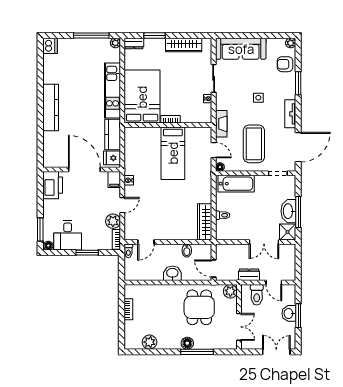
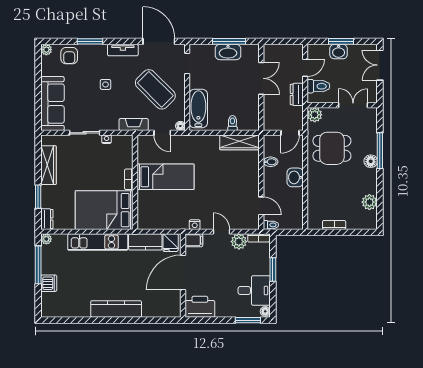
dishwasher: (50, 46) -> (49, 283), moved, turned 90
coffee table: (254, 144) -> (155, 89), turned 45
door: (214, 150) -> (162, 133), swing flipped
shower: (288, 232) -> (251, 53), removed

